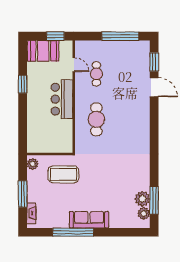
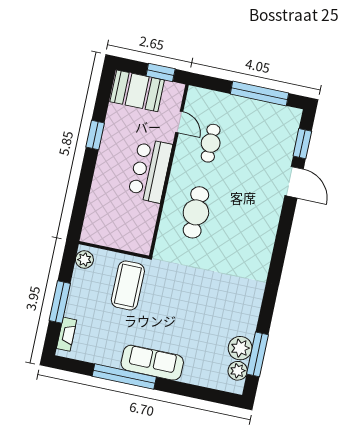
coffee table: (63, 174) -> (128, 285), turned 90

